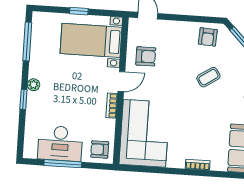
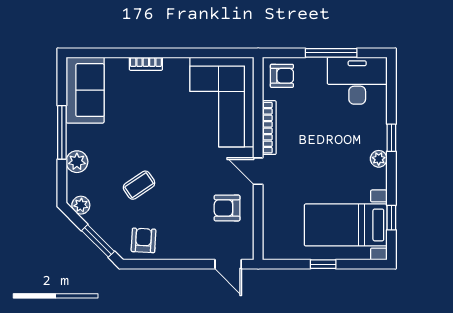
bed with nightstands: (91, 40) -> (346, 225), moved, turned 180
window: (27, 41) -> (391, 218), width x0.46
door: (121, 82) -> (258, 171), hinge flipped
bookcase: (112, 106) -> (269, 128), width x1.56
desk: (60, 143) -> (357, 81), moved

